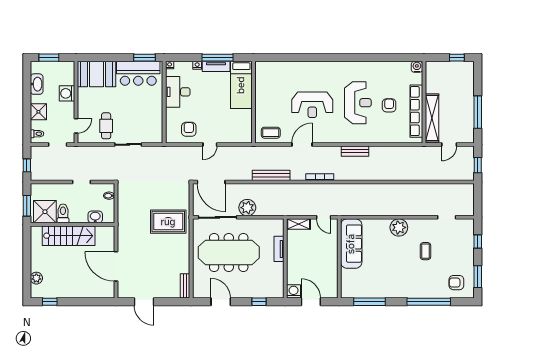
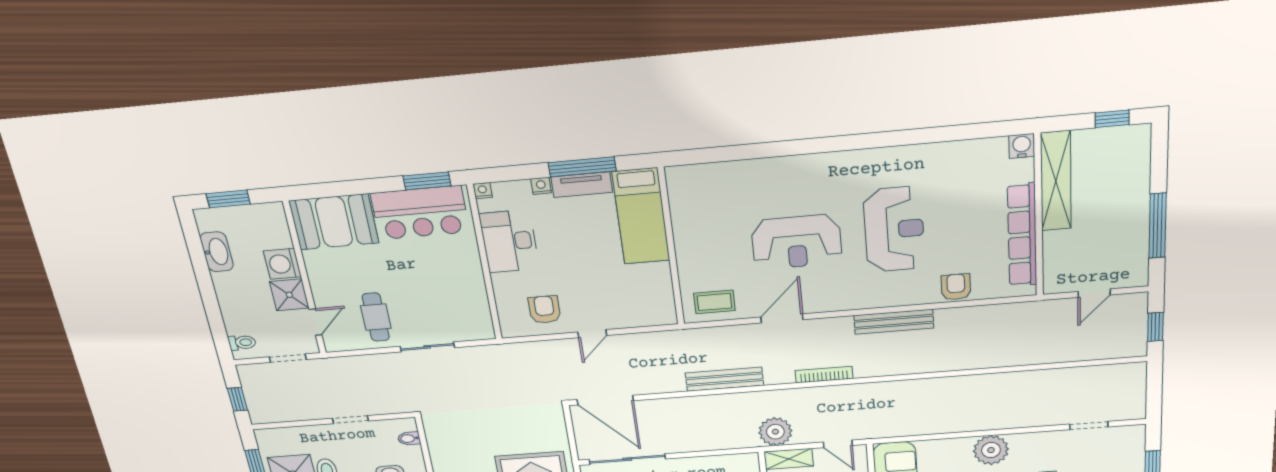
armchair: (389, 105) -> (956, 287), moved
shower: (38, 112) -> (289, 295), moved
shelving: (432, 118) -> (1056, 181), moved
bench: (355, 151) -> (894, 322), width x1.36
plant: (247, 208) -> (775, 432), moved

